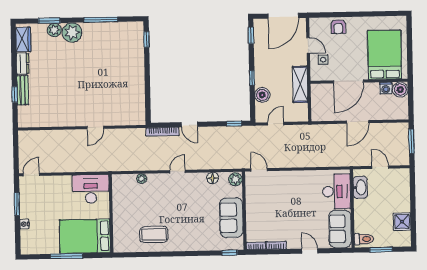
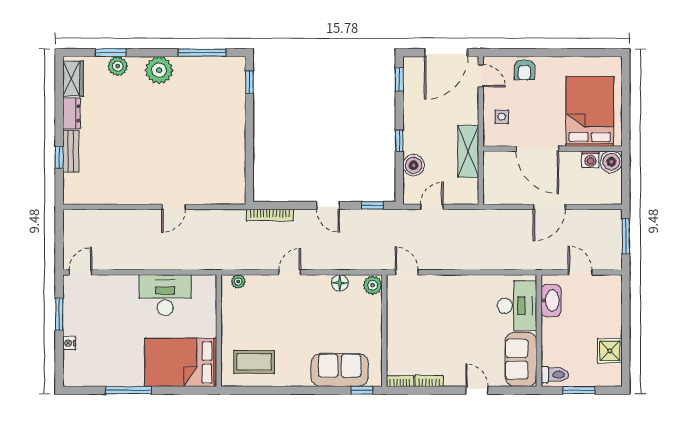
window: (101, 20) -> (202, 53), moved
plant: (72, 32) -> (159, 70), moved
door: (308, 45) -> (481, 76), moved
door: (348, 81) -> (537, 149), hinge flipped
door: (189, 124) -> (328, 205), moved
wall: (111, 214) -> (219, 331), moved
sofa: (231, 218) -> (340, 370), moved, turned 90
bed: (85, 236) -> (181, 362), moved

